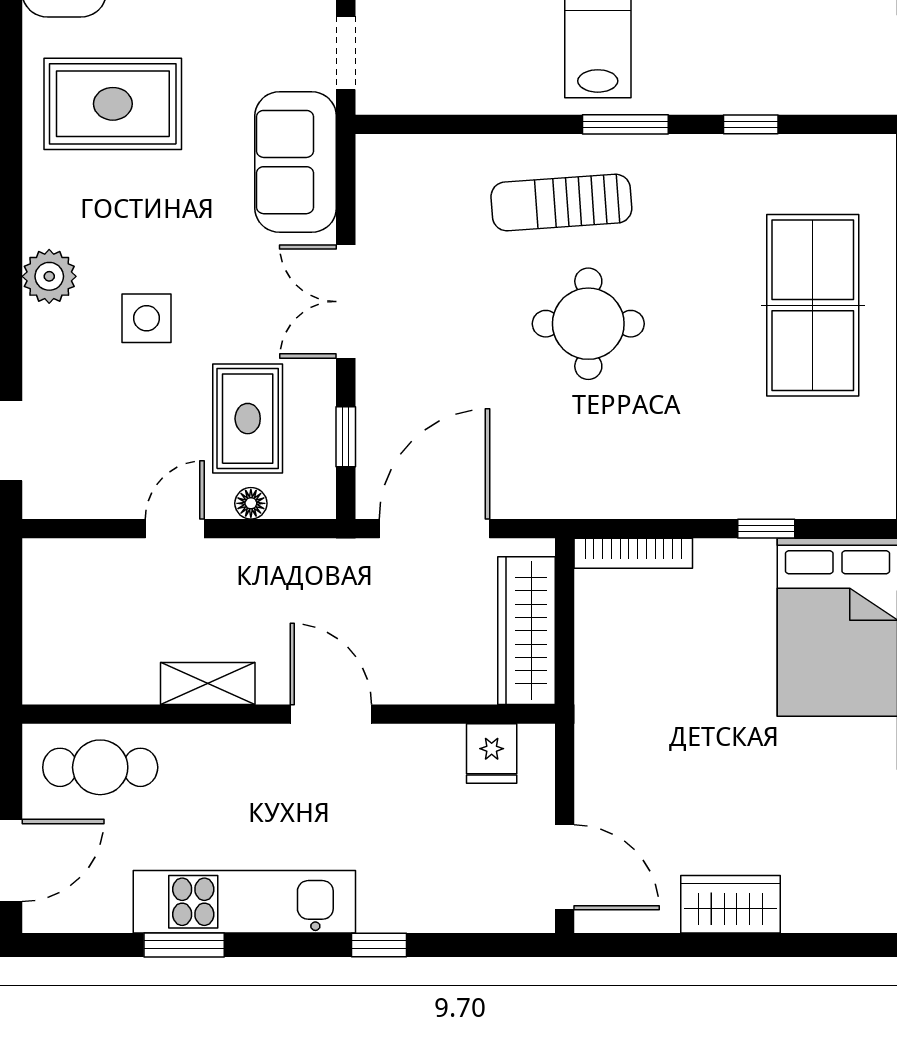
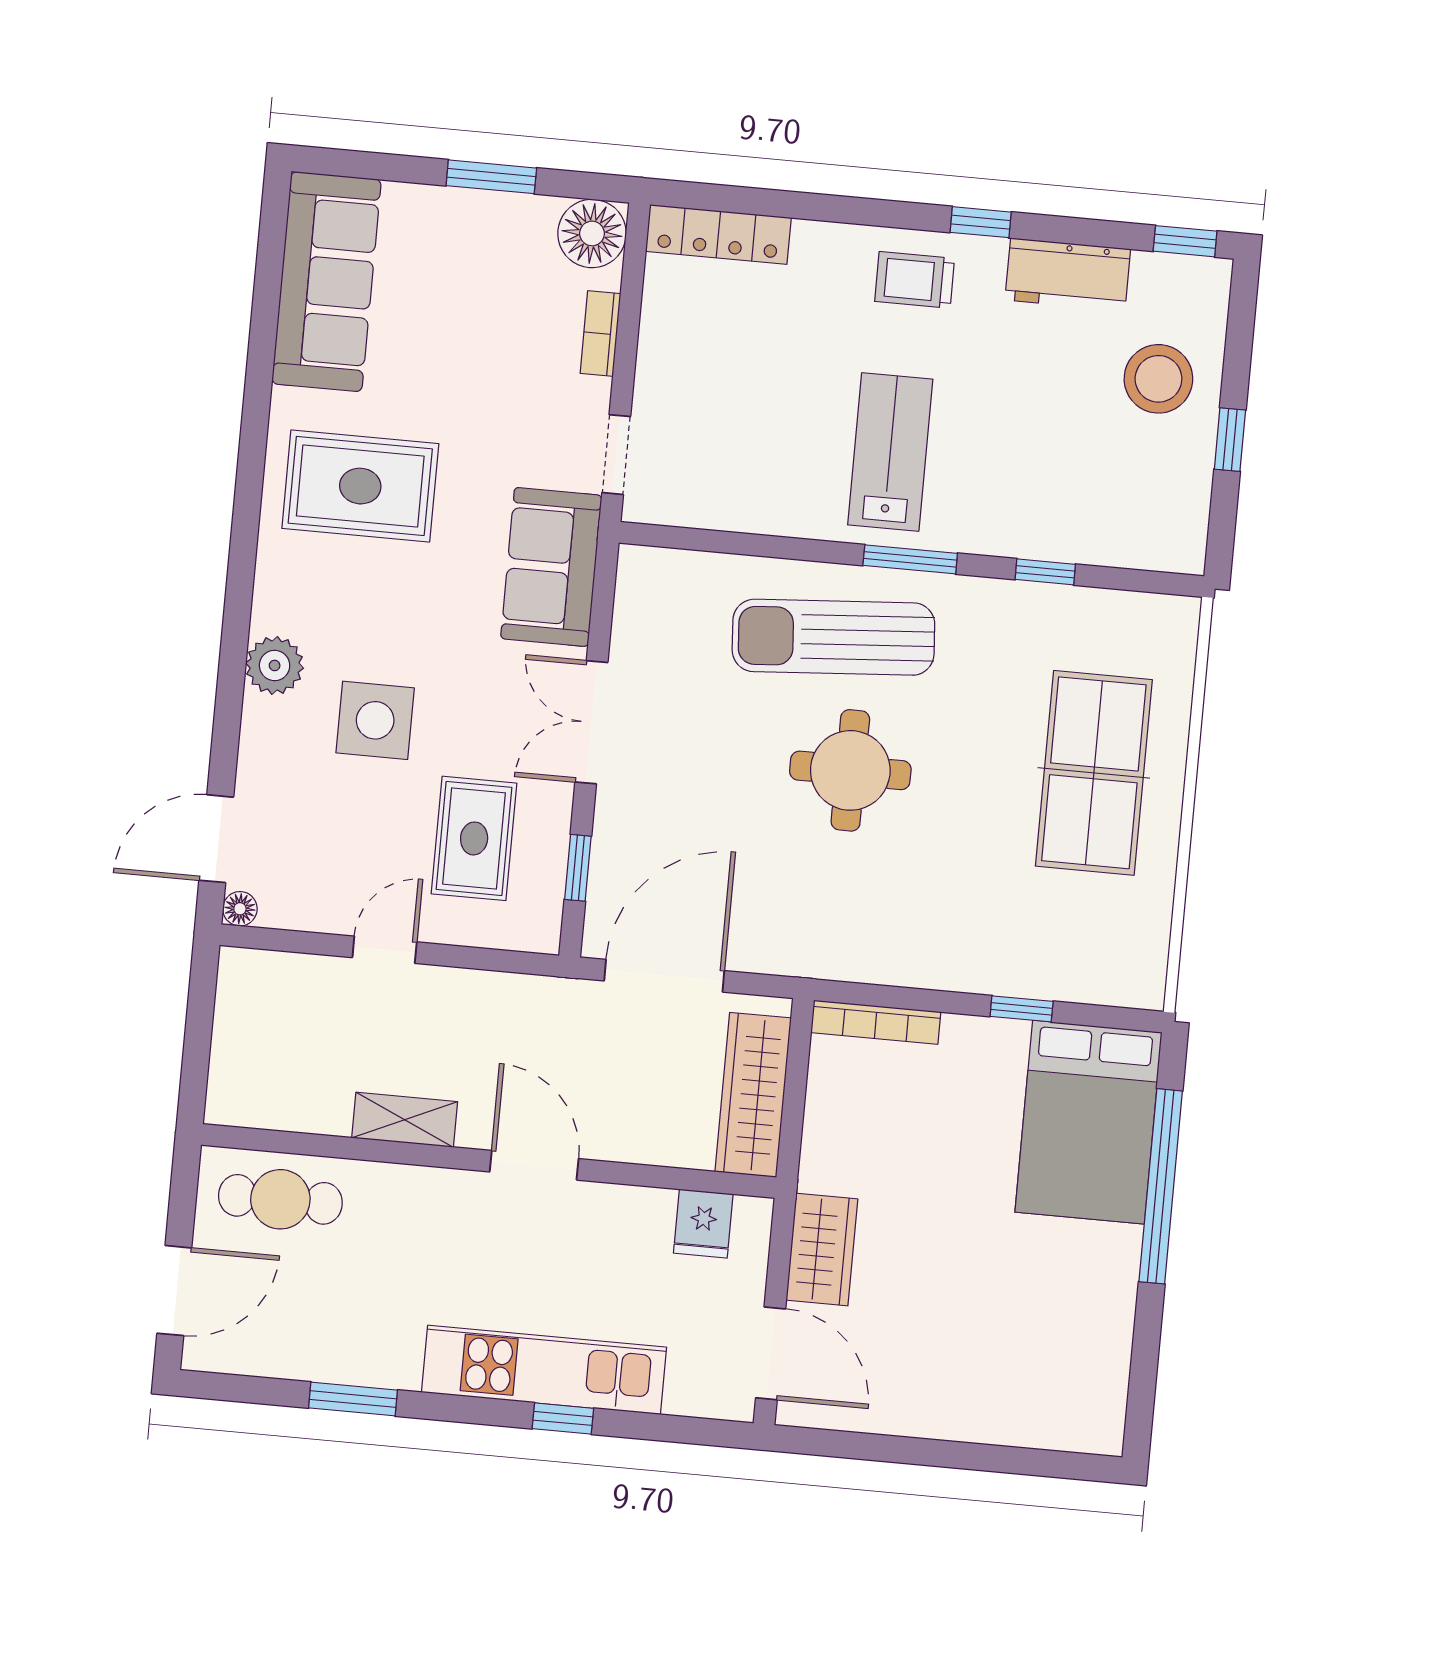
sun lounger: (561, 203) -> (833, 637), width x1.36, depth x1.34
side table: (147, 318) -> (375, 720), width x1.37, depth x1.37
floor lamp: (251, 503) -> (240, 909), moved
kitchen unit: (244, 902) -> (544, 1370), moved
wardrobe: (730, 904) -> (822, 1250), moved, turned 90

